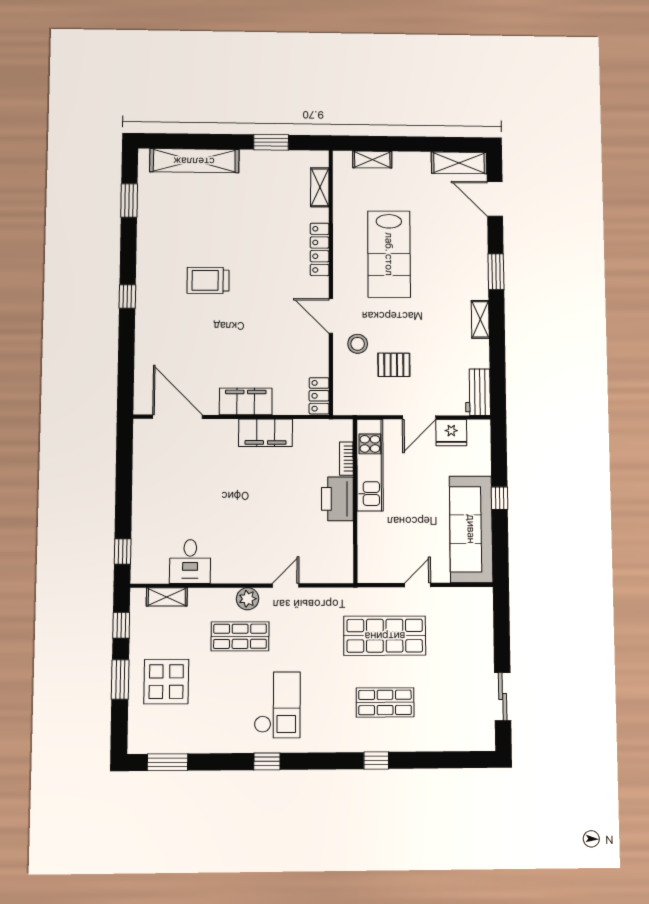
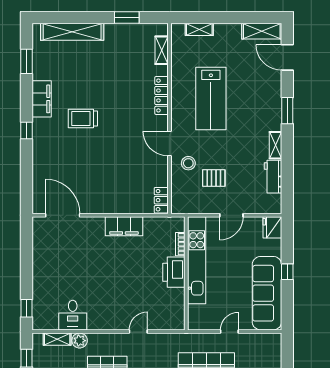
workbench: (478, 392) -> (273, 177), moved
filing cabinet: (246, 401) -> (42, 99), moved, turned 90
fridge: (451, 433) -> (272, 227), moved, turned 90
kitchen unit: (370, 465) -> (197, 260), width x1.36
plant: (248, 599) -> (80, 341), moved

